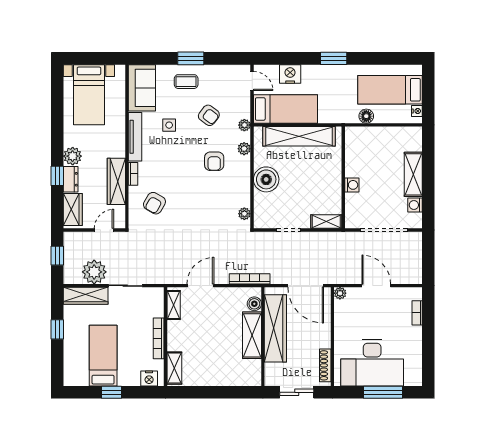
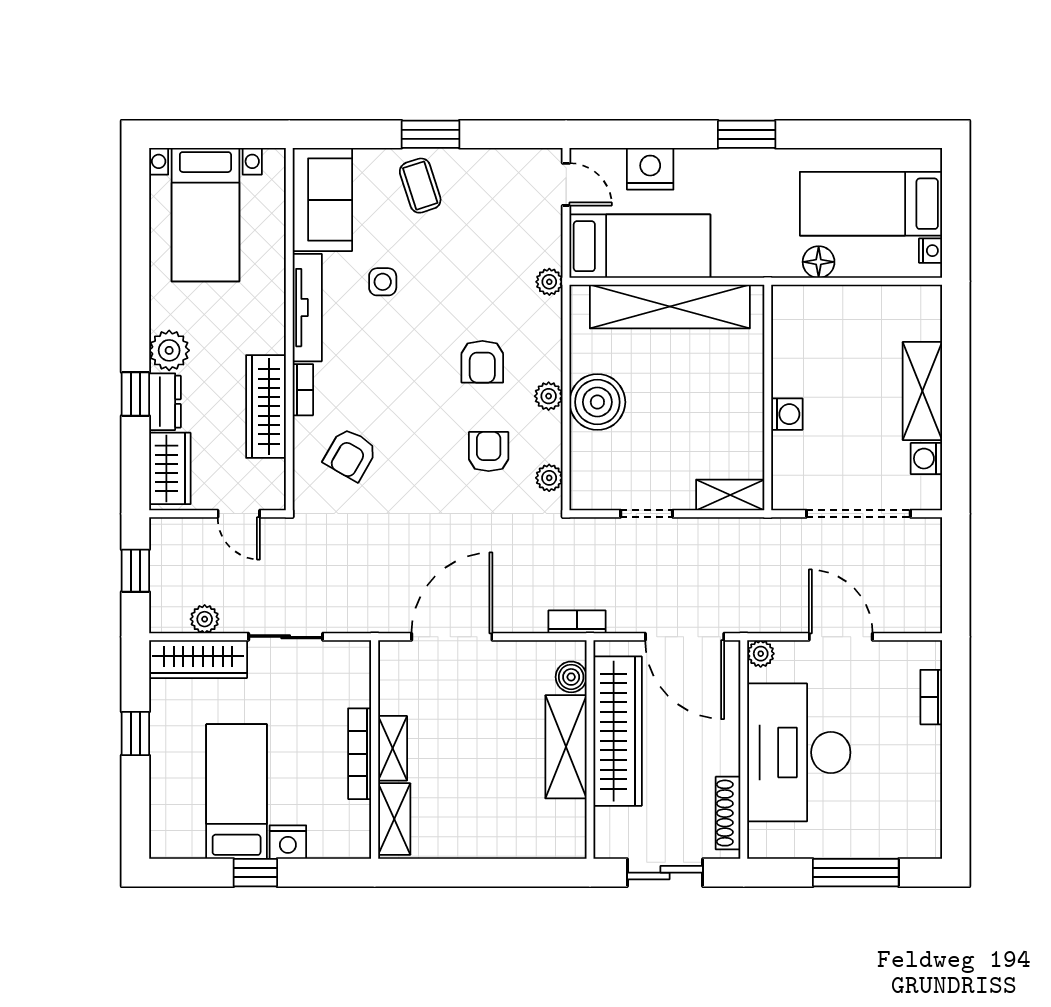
coffee table: (186, 82) -> (420, 186), turned 72
armchair: (209, 115) -> (489, 452), moved, turned -127
plant: (244, 149) -> (549, 396), moved
door: (104, 230) -> (239, 514), swing flipped
plant: (94, 272) -> (205, 619), width x0.53, depth x0.53
bookcase: (250, 279) -> (577, 622), width x0.64
door: (200, 286) -> (452, 637), width x1.36
shelving: (174, 305) -> (393, 748), moved
desk: (372, 363) -> (799, 752), moved, turned 90
nightstand: (149, 378) -> (288, 842), moved

